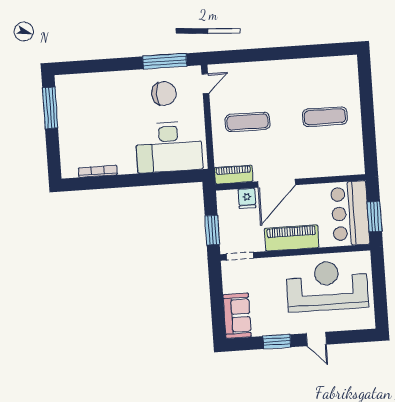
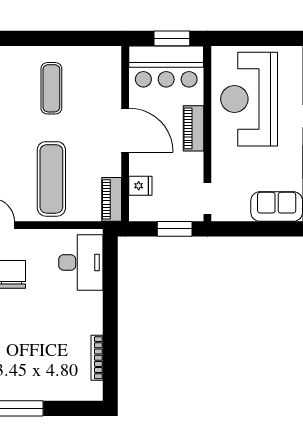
exercise mat: (248, 122) -> (51, 179), width x1.36, depth x1.45
desk: (169, 147) -> (81, 262), width x0.73, depth x0.77
door: (277, 183) -> (125, 130), moved
piano: (292, 238) -> (193, 128), width x0.73, depth x0.75

